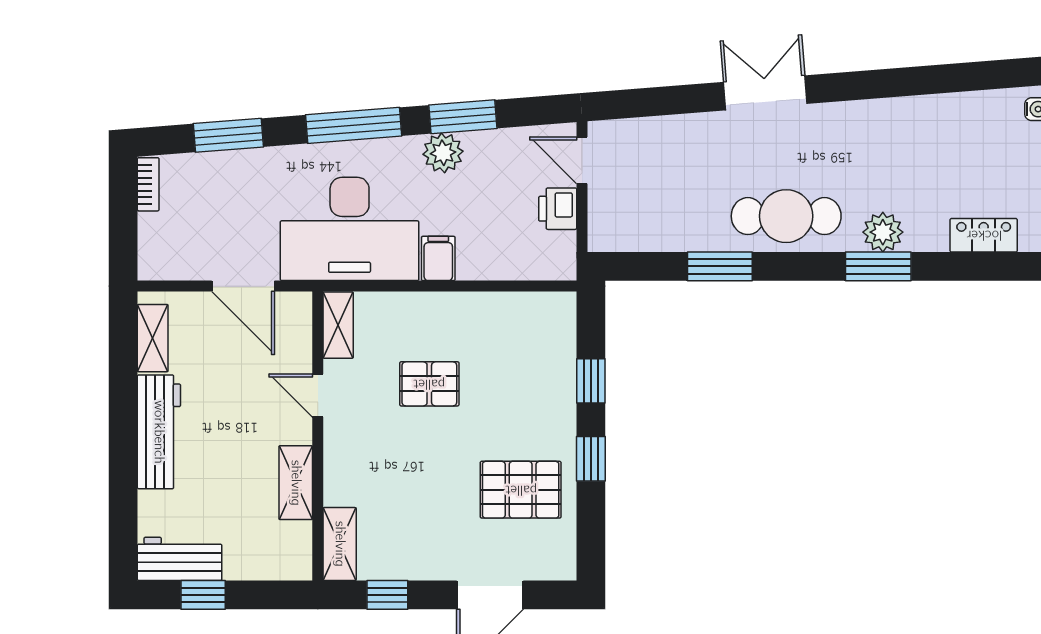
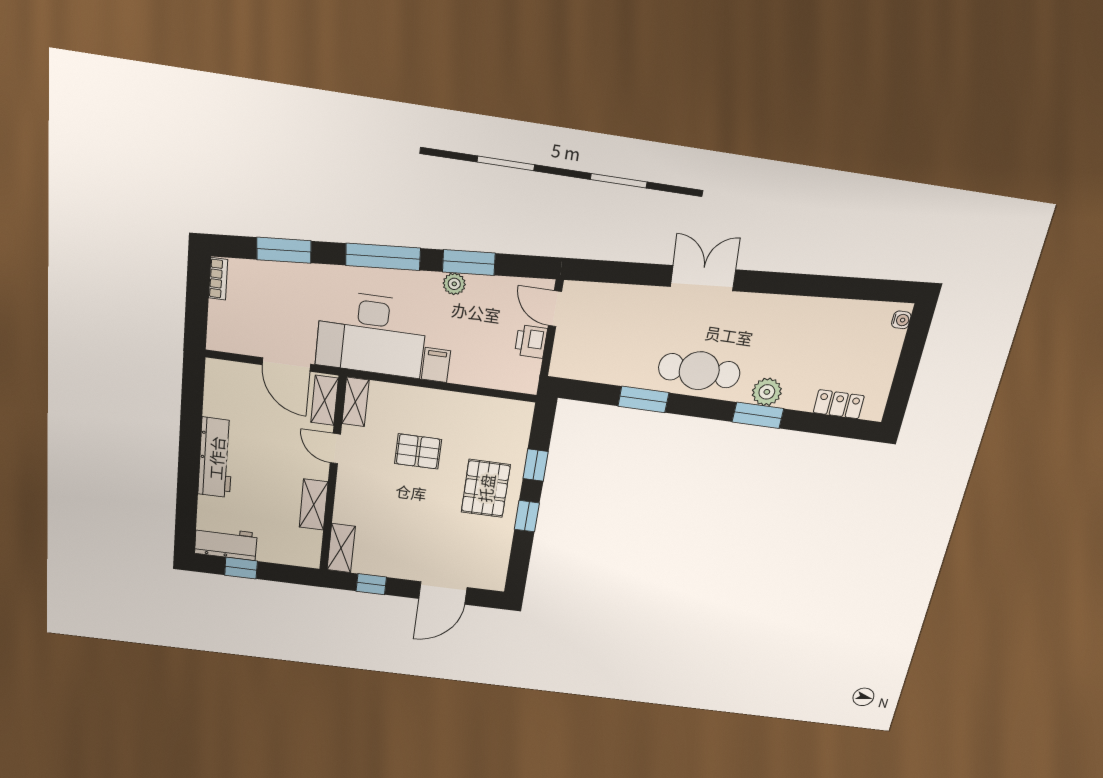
plant: (443, 153) -> (454, 284), width x0.73, depth x0.73
shelving: (153, 338) -> (325, 400), moved
pallet: (521, 490) -> (486, 488), moved, turned 90

